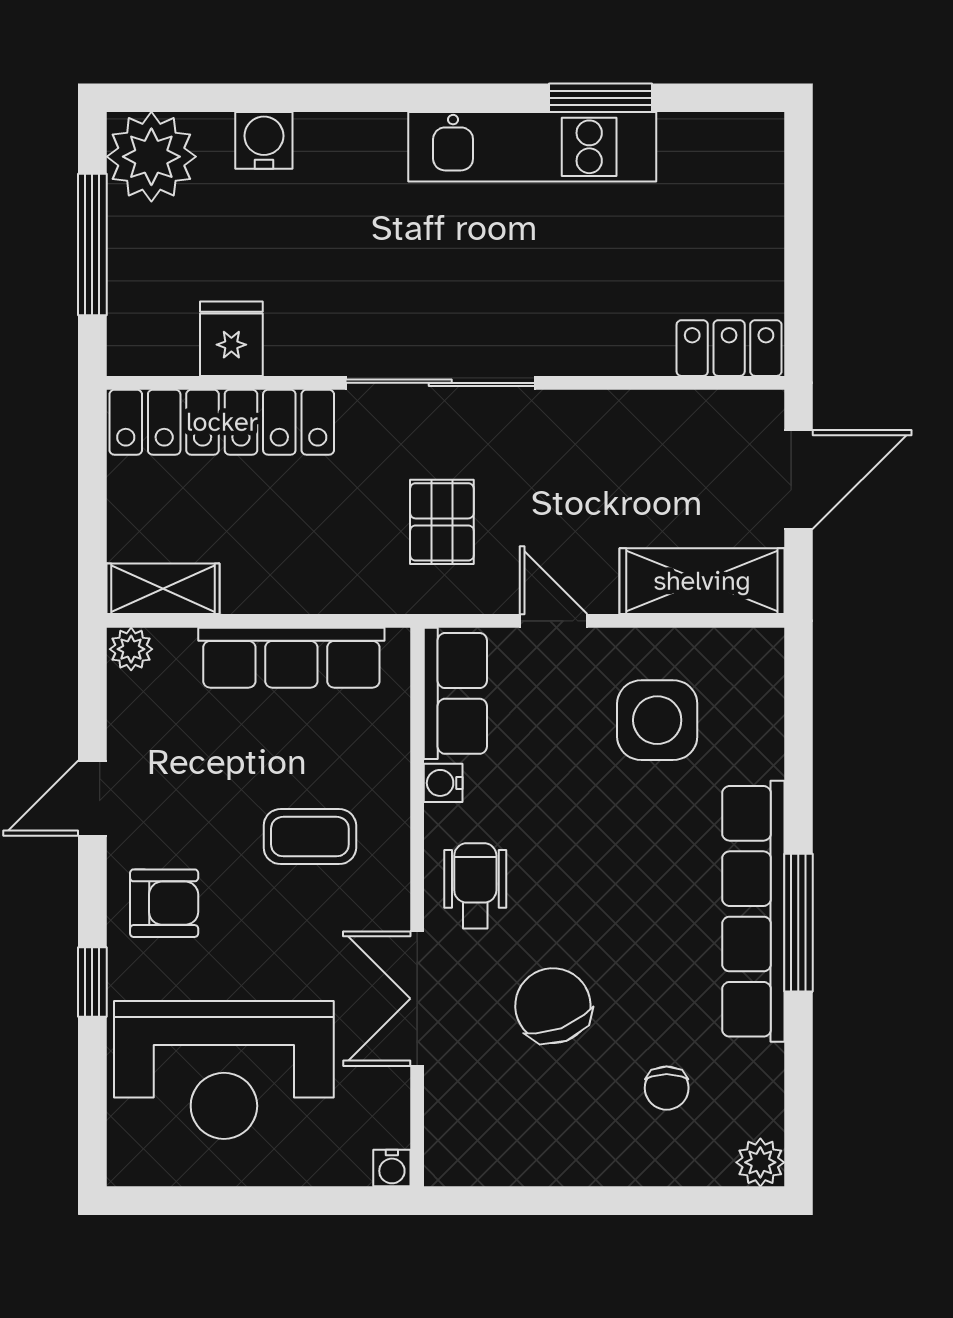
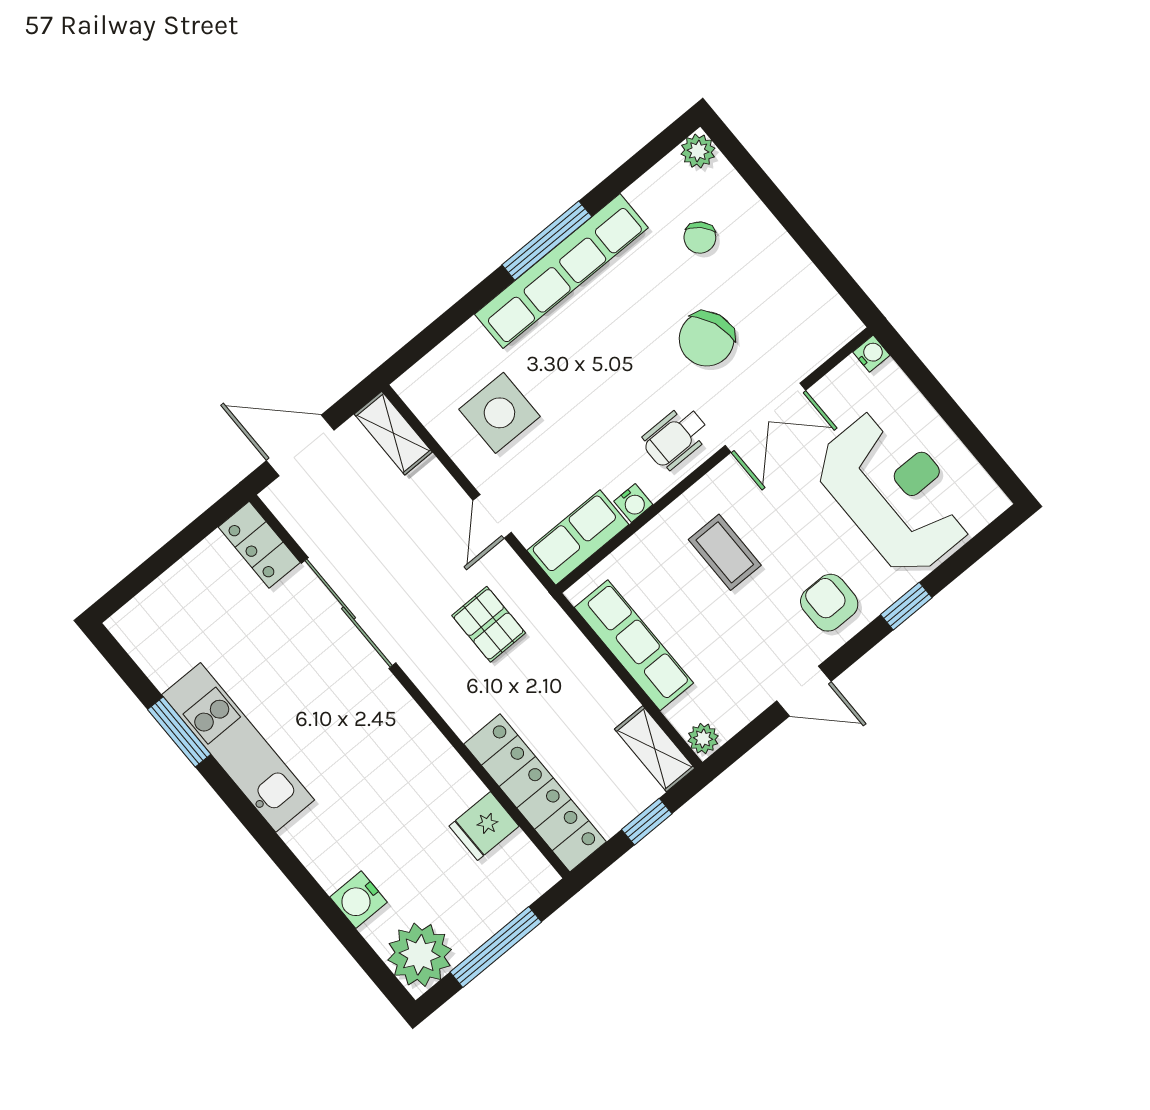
sliding door: (440, 383) -> (349, 613), moved
window: (92, 516) -> (647, 822), added
pallet: (442, 522) -> (489, 624), turned 90
shelving: (702, 581) -> (393, 433), width x0.67, depth x0.75
chair: (667, 1088) -> (700, 238), turned 135

